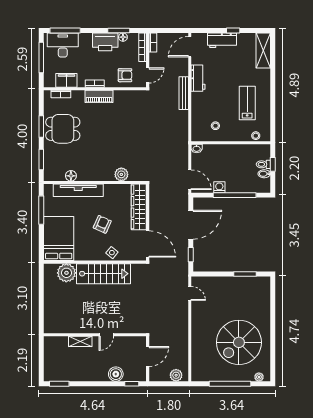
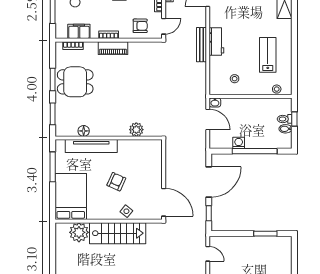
workbench: (198, 78) -> (216, 42), moved
door: (190, 180) -> (208, 119), moved
wardrobe: (139, 207) -> (154, 163), removed

